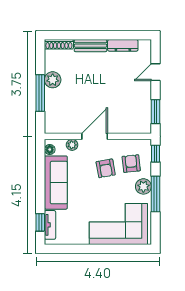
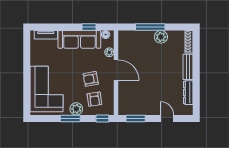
armchair: (131, 164) -> (94, 99), turned 88
window: (155, 194) -> (70, 118), width x0.69
window: (40, 222) -> (89, 27), moved

